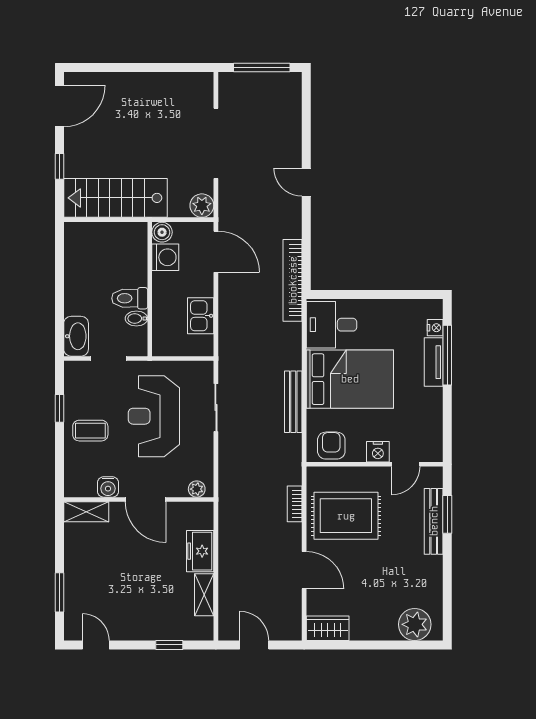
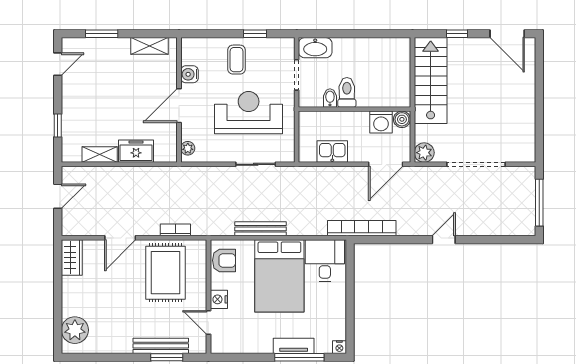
nightstand: (435, 328) -> (339, 347), moved
shelving: (86, 512) -> (150, 46), moved, turned 90

